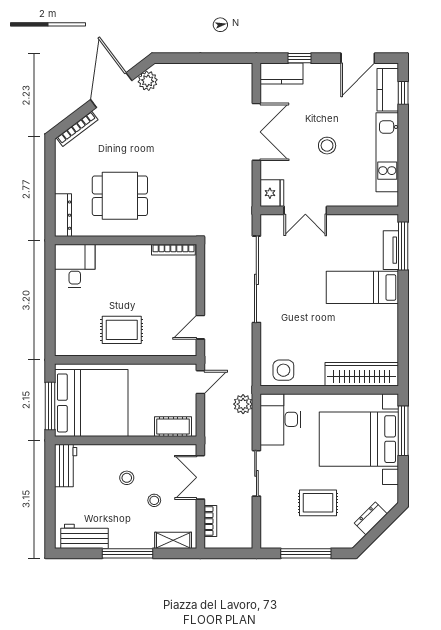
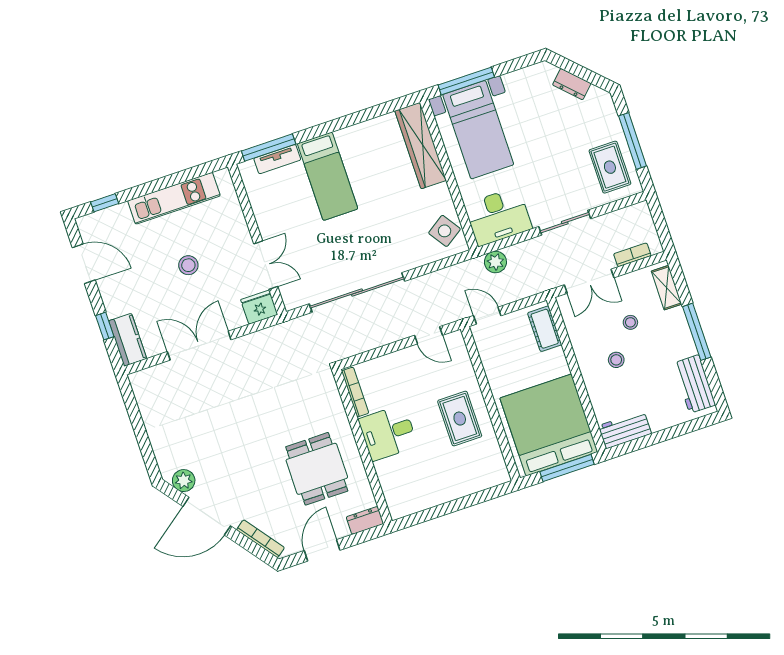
kitchen counter: (388, 90) -> (107, 220), removed
door: (50, 177) -> (322, 550), added
dresser: (63, 215) -> (365, 520), width x0.70
desk: (75, 266) -> (388, 433), moved
side table: (283, 370) -> (445, 231), turned -34
bed with nightstands: (359, 439) -> (478, 130), width x0.73
rug: (318, 503) -> (610, 167), moved

